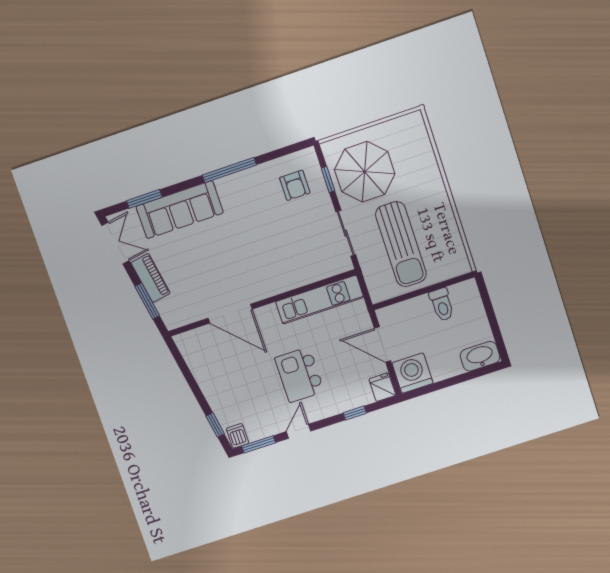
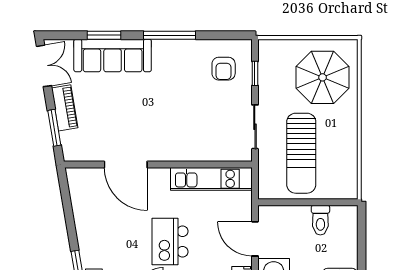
parasol: (365, 172) -> (323, 77), moved
window: (144, 199) -> (104, 35), moved

